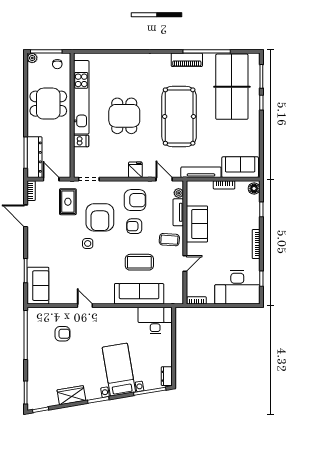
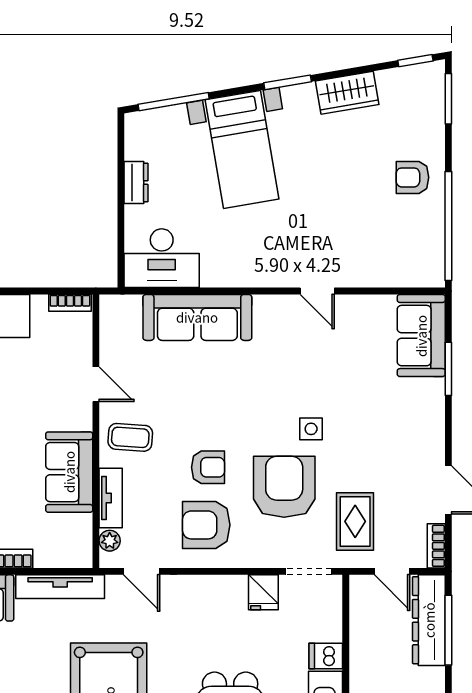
fridge: (135, 170) -> (263, 592), moved
coffee table: (139, 262) -> (197, 387), removed
door: (185, 264) -> (96, 384), swing flipped
armchair: (63, 334) -> (412, 177), moved
dresser: (167, 376) -> (136, 183), moved

